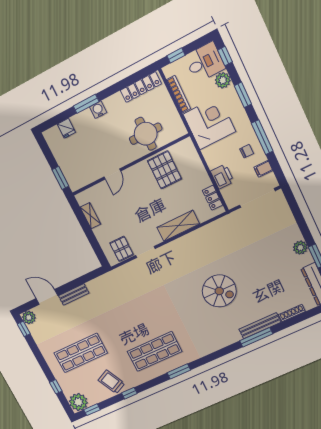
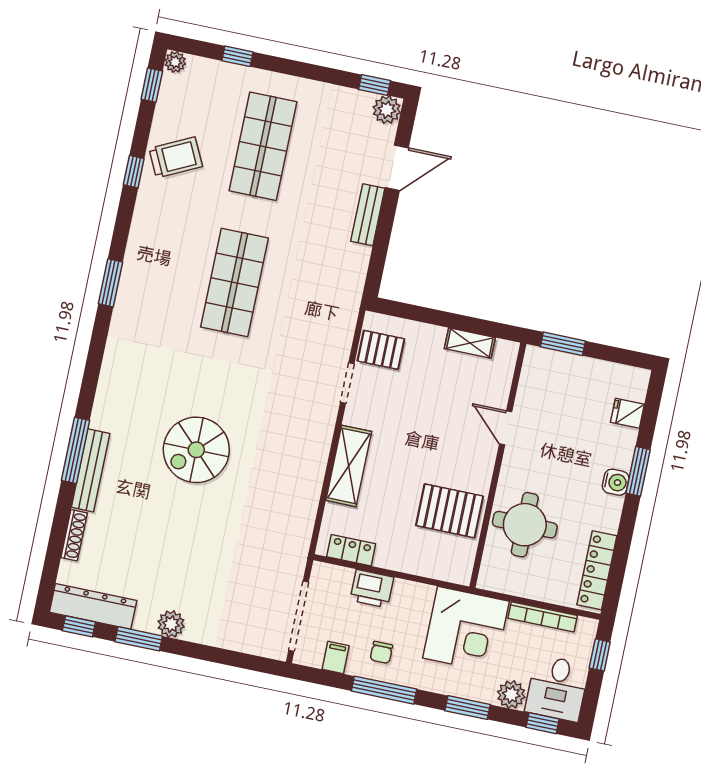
shop shelf: (155, 351) -> (235, 282), moved
plant: (78, 402) -> (175, 62), width x0.53, depth x0.53

